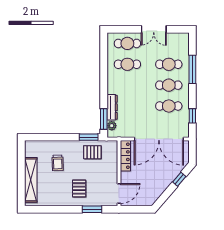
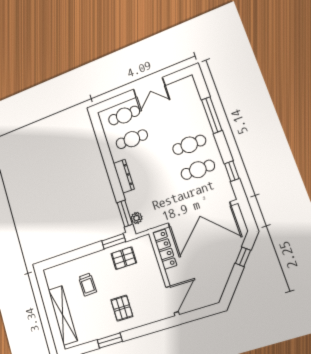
cafe table: (169, 64) -> (181, 120), removed
dresser: (112, 107) -> (124, 176), moved
window: (92, 209) -> (110, 341), moved

